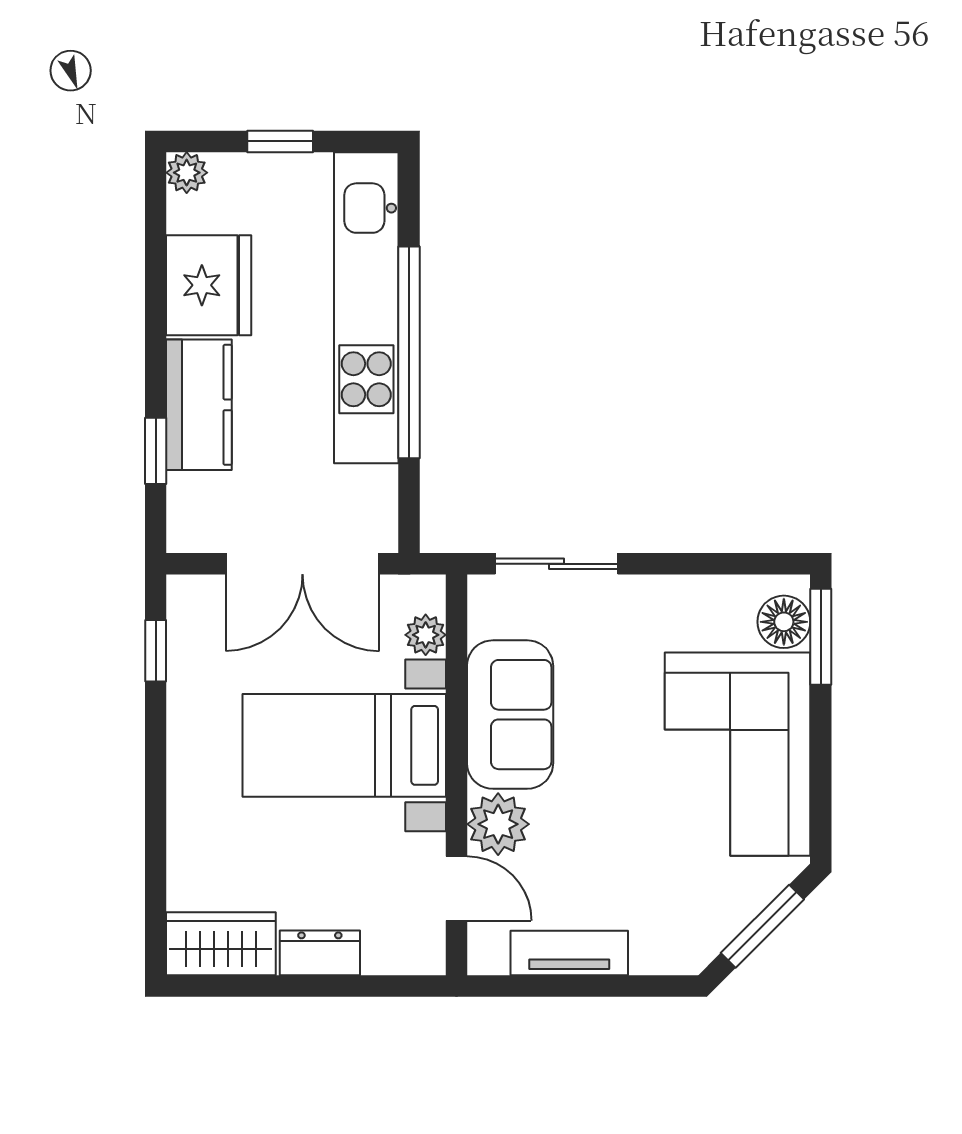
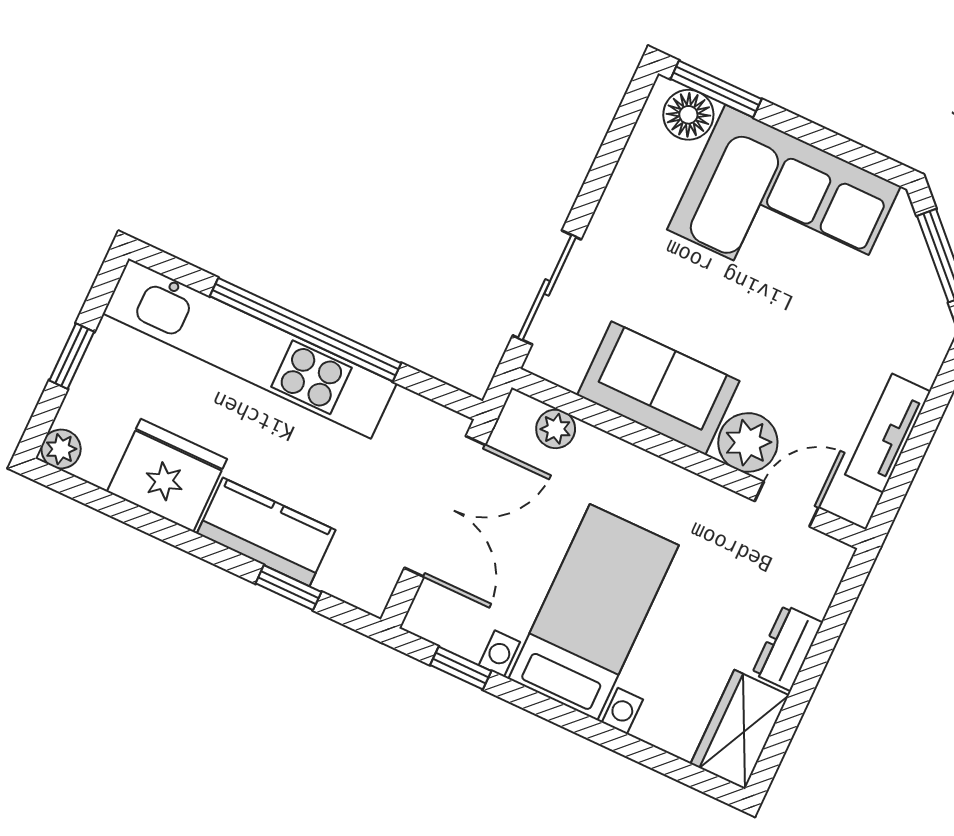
bed with nightstands: (344, 745) -> (594, 612), moved, turned 180

